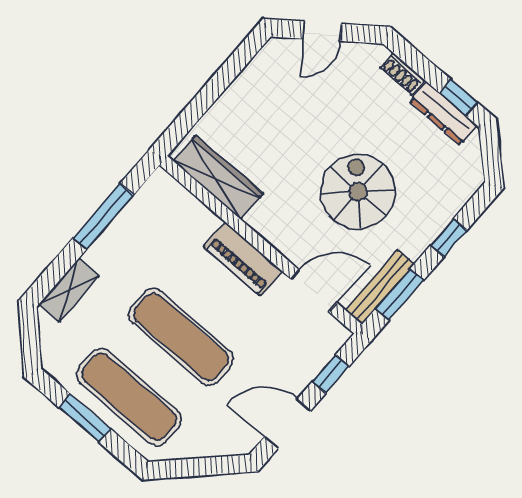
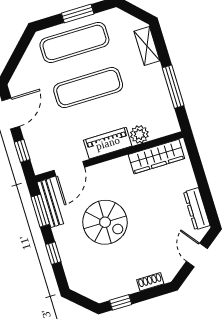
dresser: (443, 113) -> (197, 209), moved, turned -90
plant: (202, 222) -> (139, 134), added

